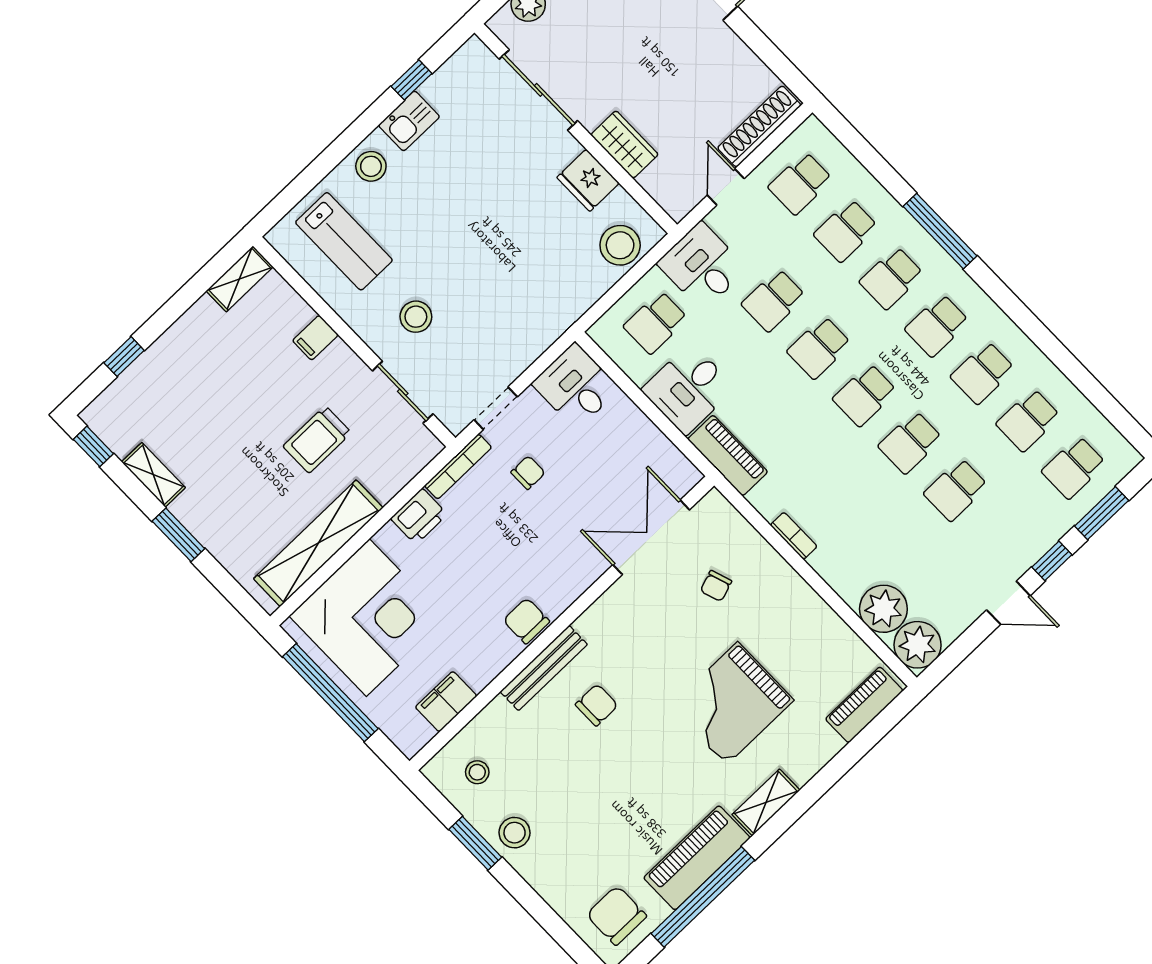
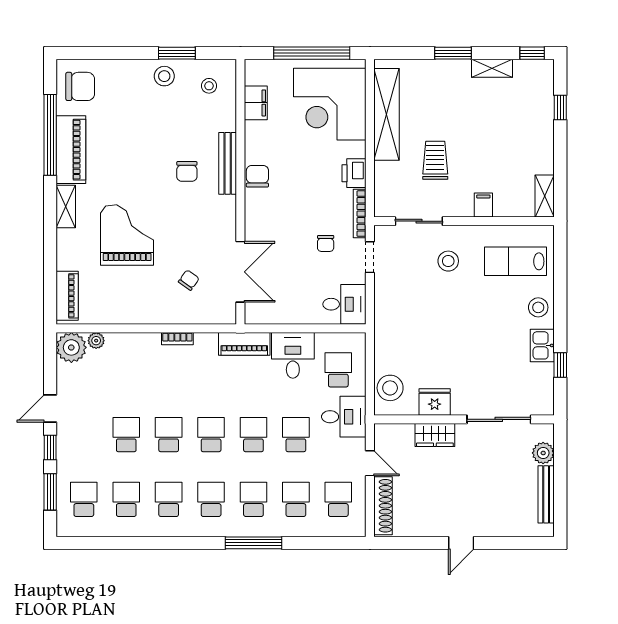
chair: (716, 586) -> (189, 280), turned 55
plant: (883, 609) -> (96, 341), width x0.53, depth x0.53
chair: (526, 621) -> (257, 176), turned -90

